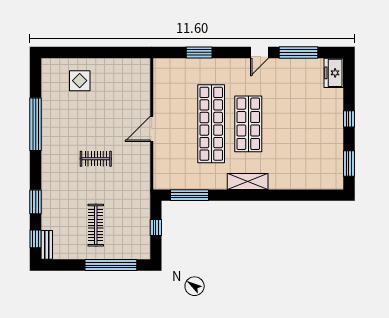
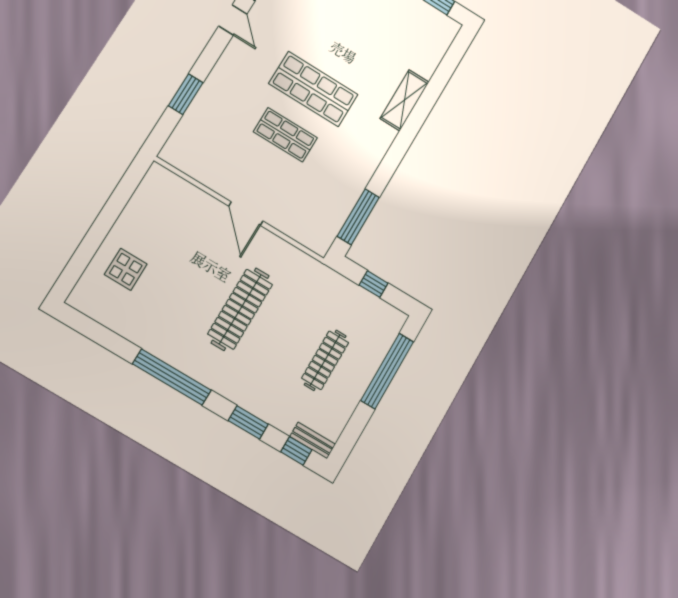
window: (36, 124) -> (172, 377), moved
shop shelf: (211, 124) -> (285, 135), width x0.50, depth x0.74
clothes rail: (96, 159) -> (240, 309), width x1.86, depth x1.31
shelving: (248, 181) -> (404, 100), moved
clothes rail: (96, 225) -> (325, 360), turned 90

